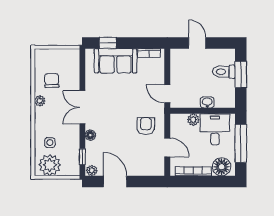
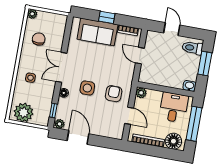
window: (108, 43) -> (107, 17), moved
toilet: (224, 72) -> (192, 48), moved
door: (167, 94) -> (140, 56), moved
plant: (40, 101) -> (32, 14), moved
washbasin: (207, 102) -> (189, 86), moved
plant: (193, 120) -> (141, 93), moved
side table: (115, 125) -> (87, 88), added
side table: (50, 143) -> (30, 78), moved

